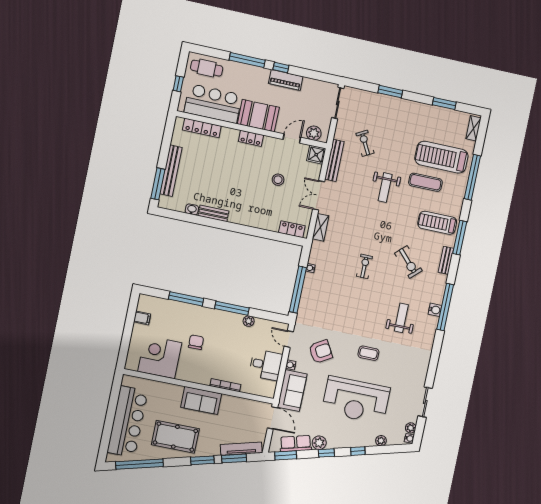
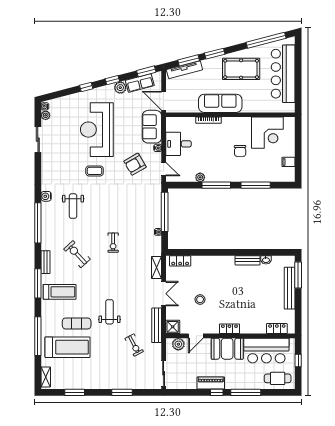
locker: (202, 128) -> (277, 329), width x0.66
water cooler: (435, 310) -> (46, 196), moved
sofa: (201, 400) -> (220, 103), width x1.36
reception desk: (356, 400) -> (97, 130), turned -90
plant: (381, 441) -> (69, 100), removed

